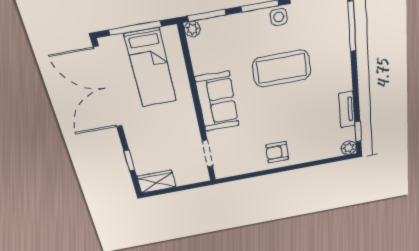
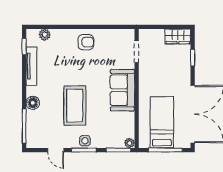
side table: (279, 17) -> (85, 141), moved
floor lamp: (342, 62) -> (33, 103), added
coffee table: (282, 69) -> (75, 106), turned 90
tv unit: (347, 110) -> (31, 66), width x1.41
plant: (349, 148) -> (45, 35), moved

